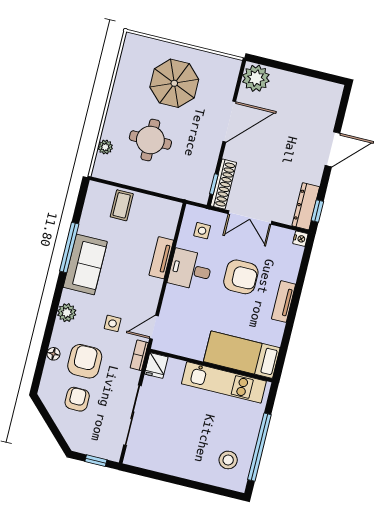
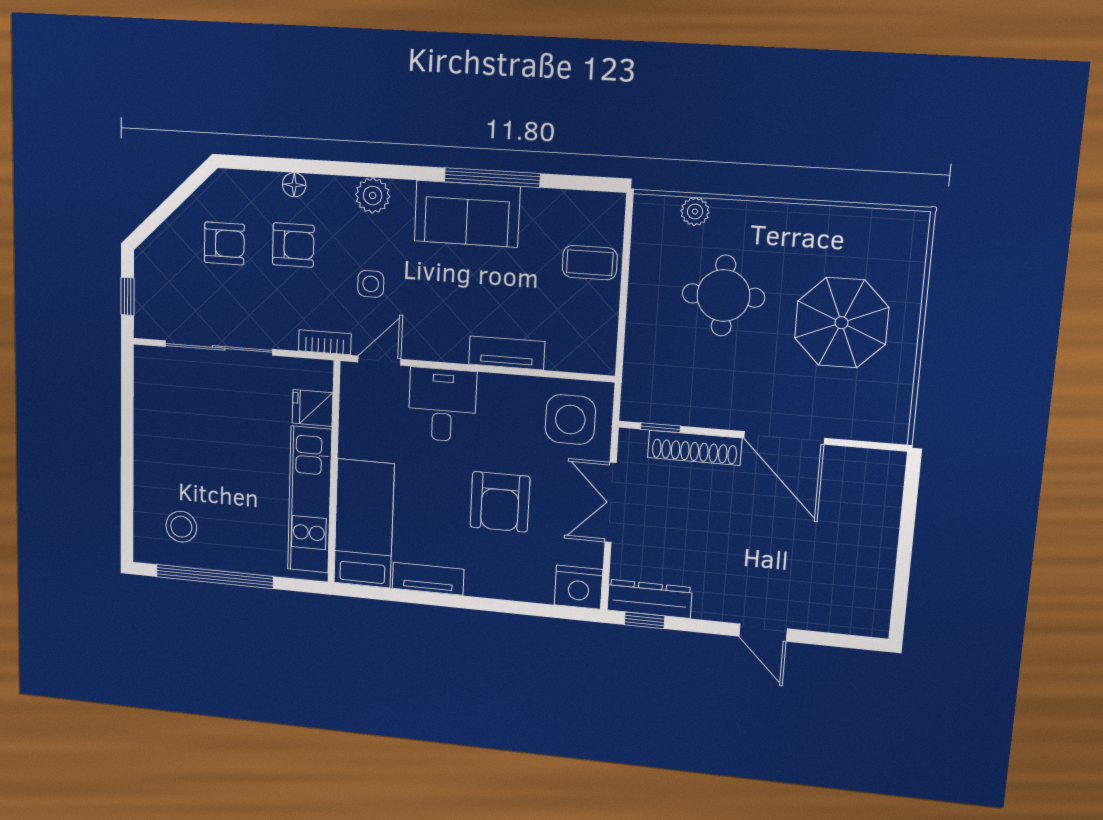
plant: (256, 78) -> (876, 475), removed
door: (333, 149) -> (763, 633), width x0.73
shoe rack: (223, 184) -> (695, 448), moved
side table: (202, 231) -> (570, 420), width x1.87, depth x1.87
nightstand: (300, 239) -> (579, 587), width x1.89, depth x1.79
desk: (190, 270) -> (442, 405), moved
tv unit: (284, 302) -> (428, 579), moved
door: (154, 327) -> (379, 361), hinge flipped
armchair: (85, 361) -> (293, 245), width x0.72, depth x0.72
fridge: (156, 366) -> (313, 408), moved

